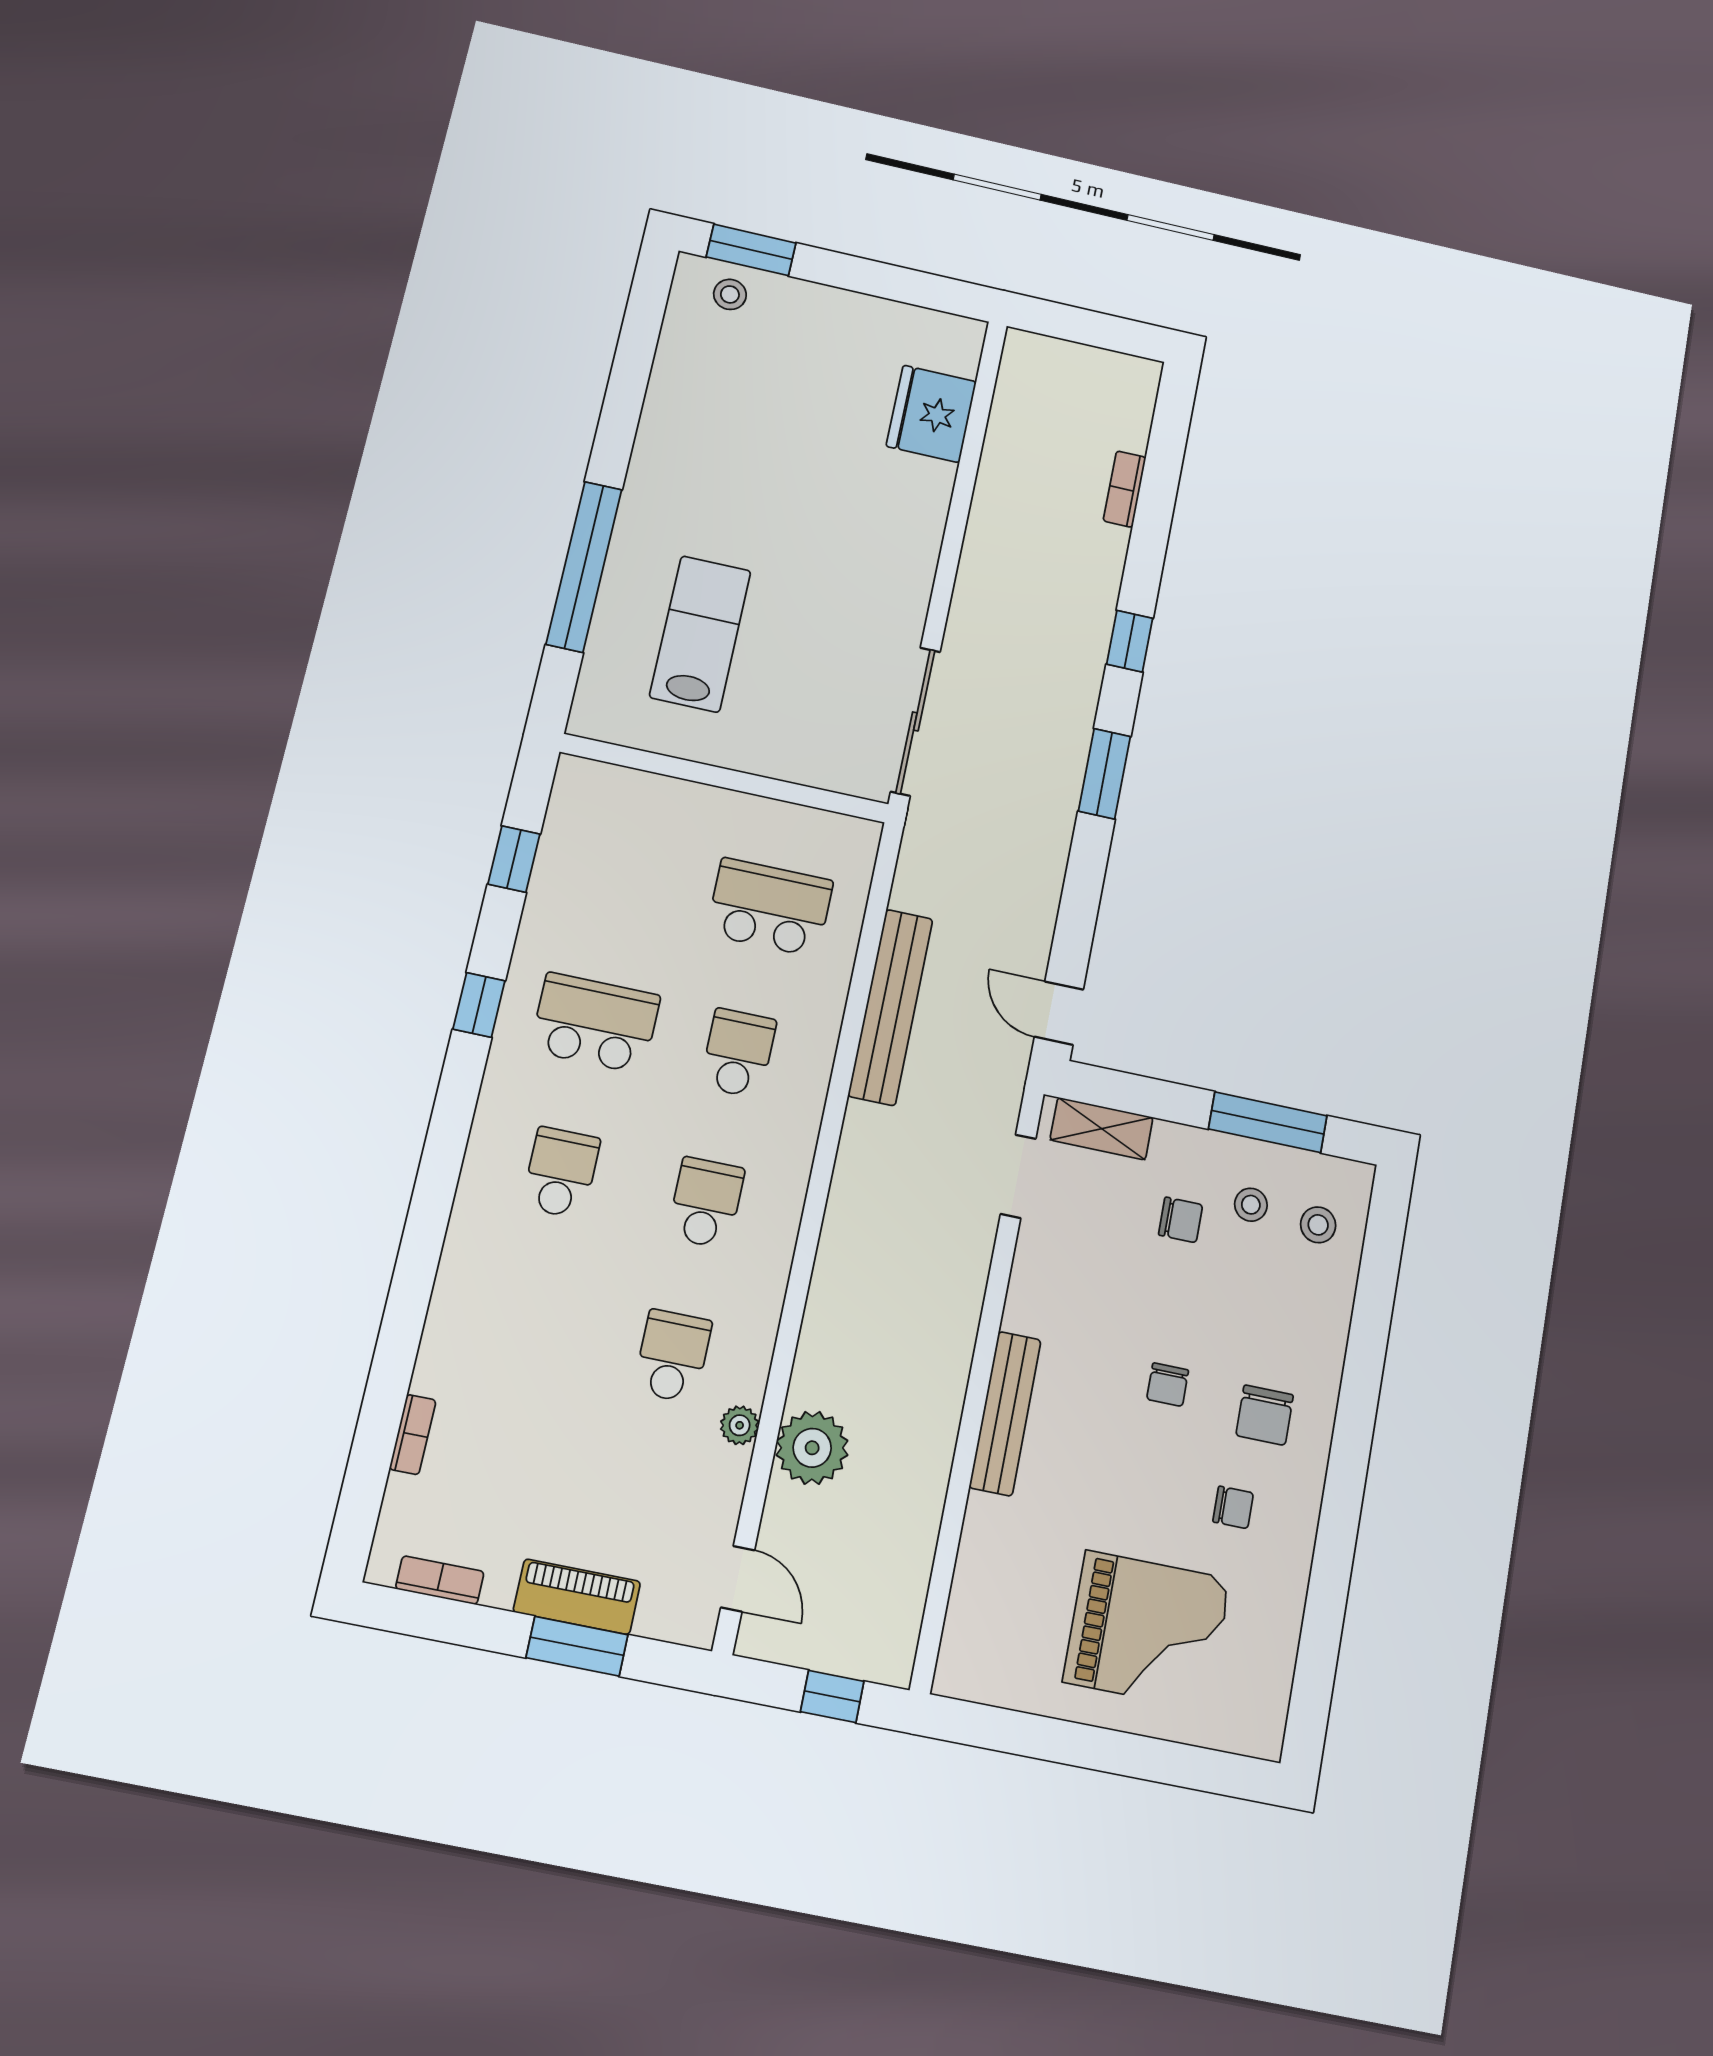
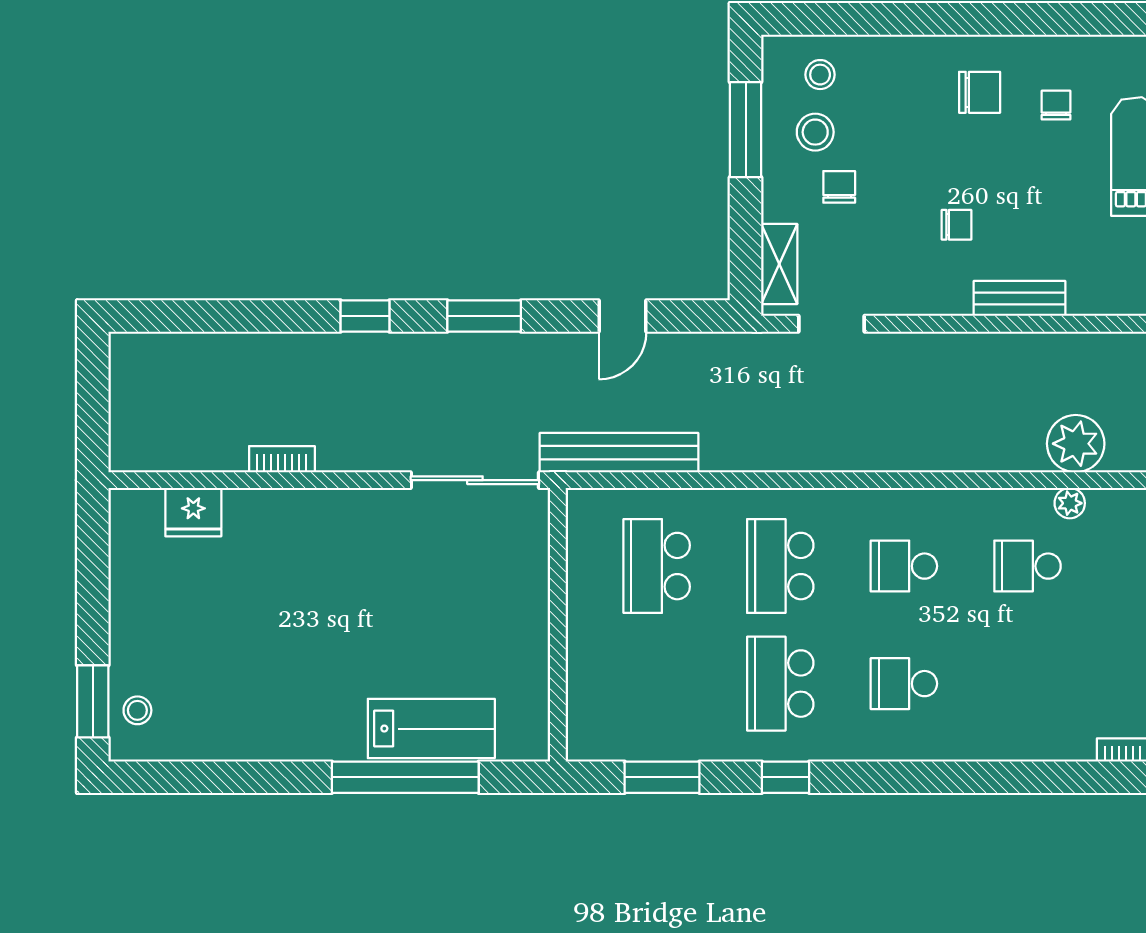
fridge: (931, 414) -> (193, 512), width x0.73, depth x0.75
bookcase: (1125, 489) -> (282, 459), moved, turned 180
lab bench: (700, 634) -> (431, 729), moved, turned 180
window: (514, 859) -> (662, 777), width x1.50
bench: (891, 1007) -> (619, 453), moved
door: (1059, 1013) -> (623, 316), moved
school desk: (738, 1053) -> (780, 566), width x1.85
stool: (1251, 1205) -> (815, 132), width x1.37, depth x1.37
chair: (1168, 1385) -> (956, 225), moved
bench: (1005, 1413) -> (1019, 298), width x0.73

